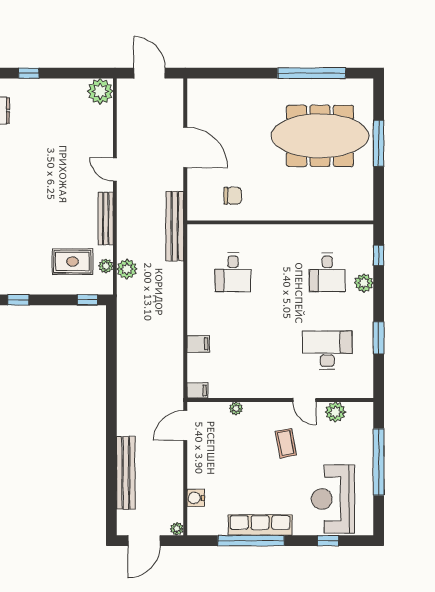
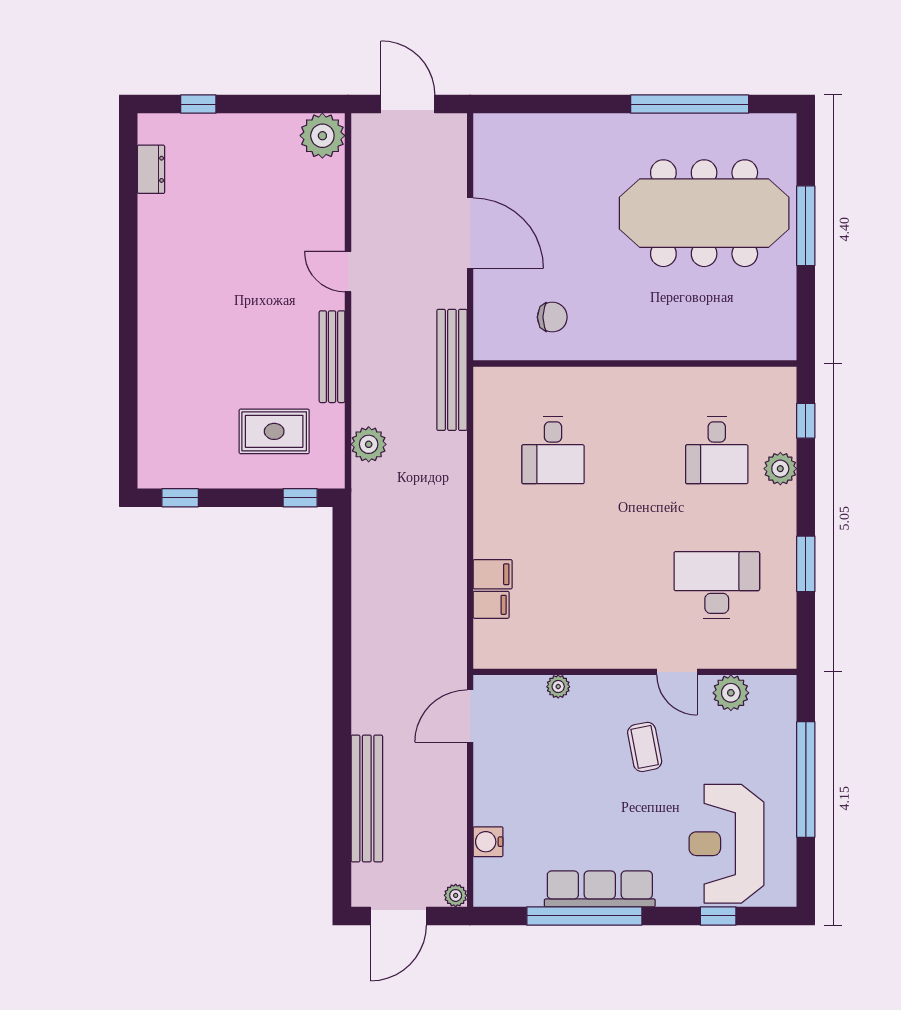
plant: (106, 266) -> (332, 439), removed
filing cabinet: (197, 390) -> (491, 605), moved

